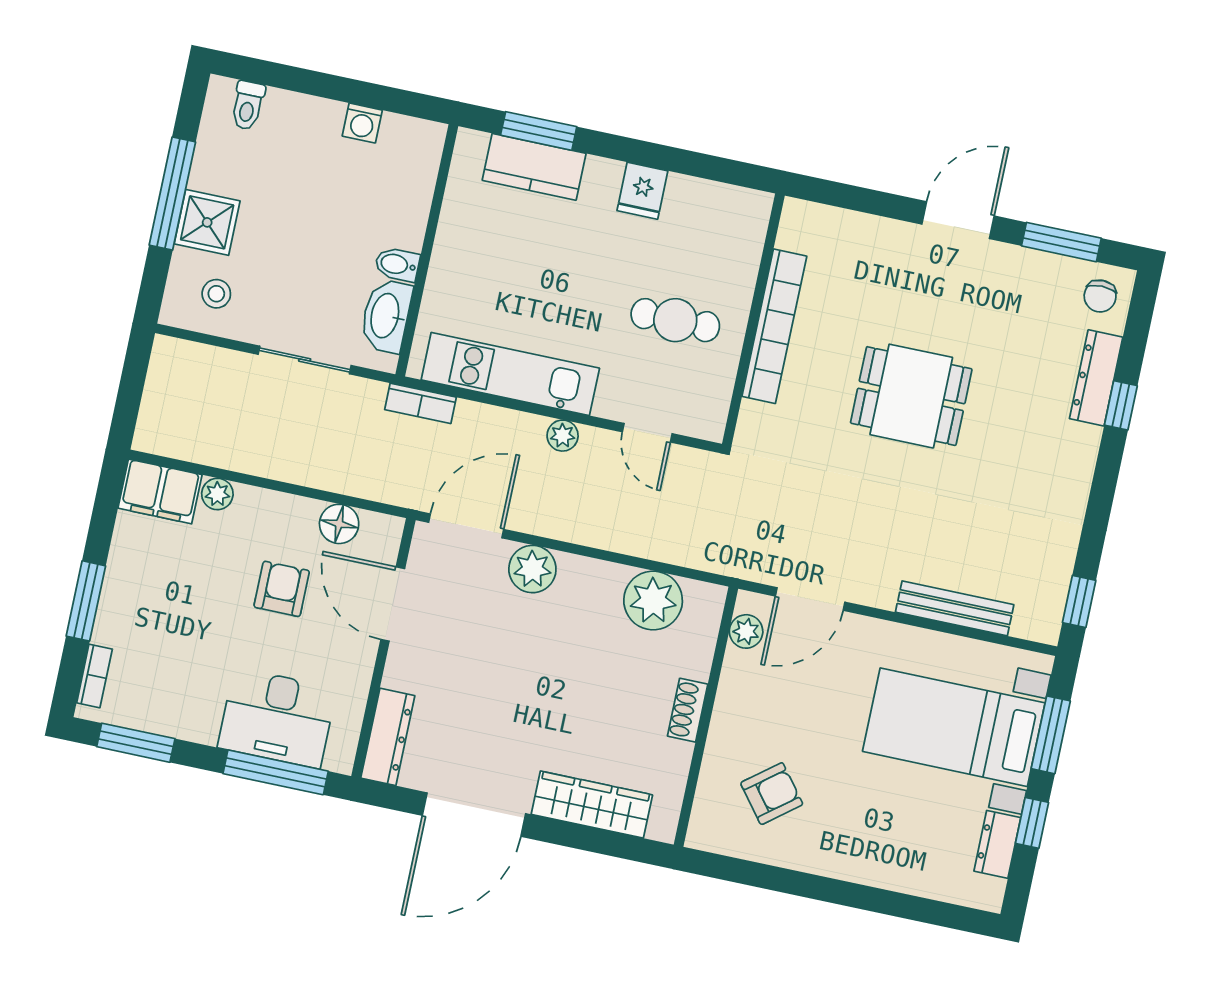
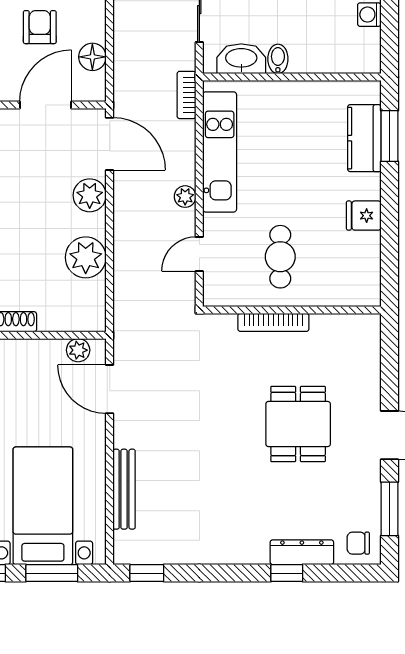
bookcase: (774, 326) -> (273, 322), width x0.68, depth x0.76
dining table: (911, 396) -> (298, 424), moved
armchair: (282, 589) -> (40, 27), turned -90
plant: (653, 601) -> (86, 257), moved

